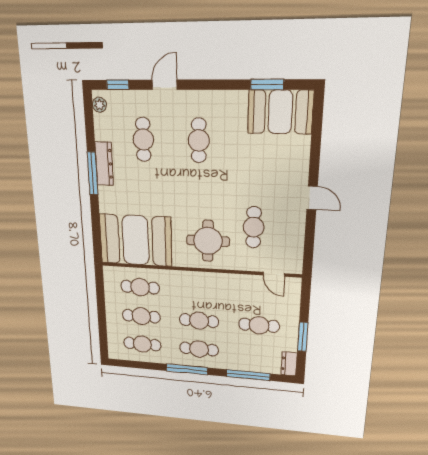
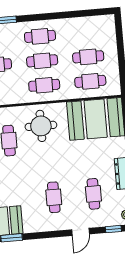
cafe table: (142, 344) -> (44, 85), moved
window: (187, 369) -> (48, 16), removed

